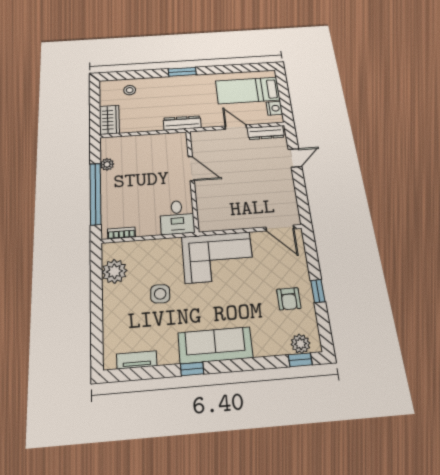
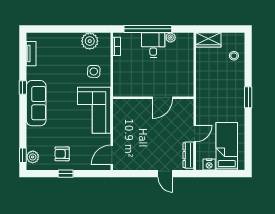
dresser: (182, 123) -> (201, 94), removed
desk: (177, 217) -> (153, 45), moved, turned 90
side table: (160, 294) -> (94, 71), moved

